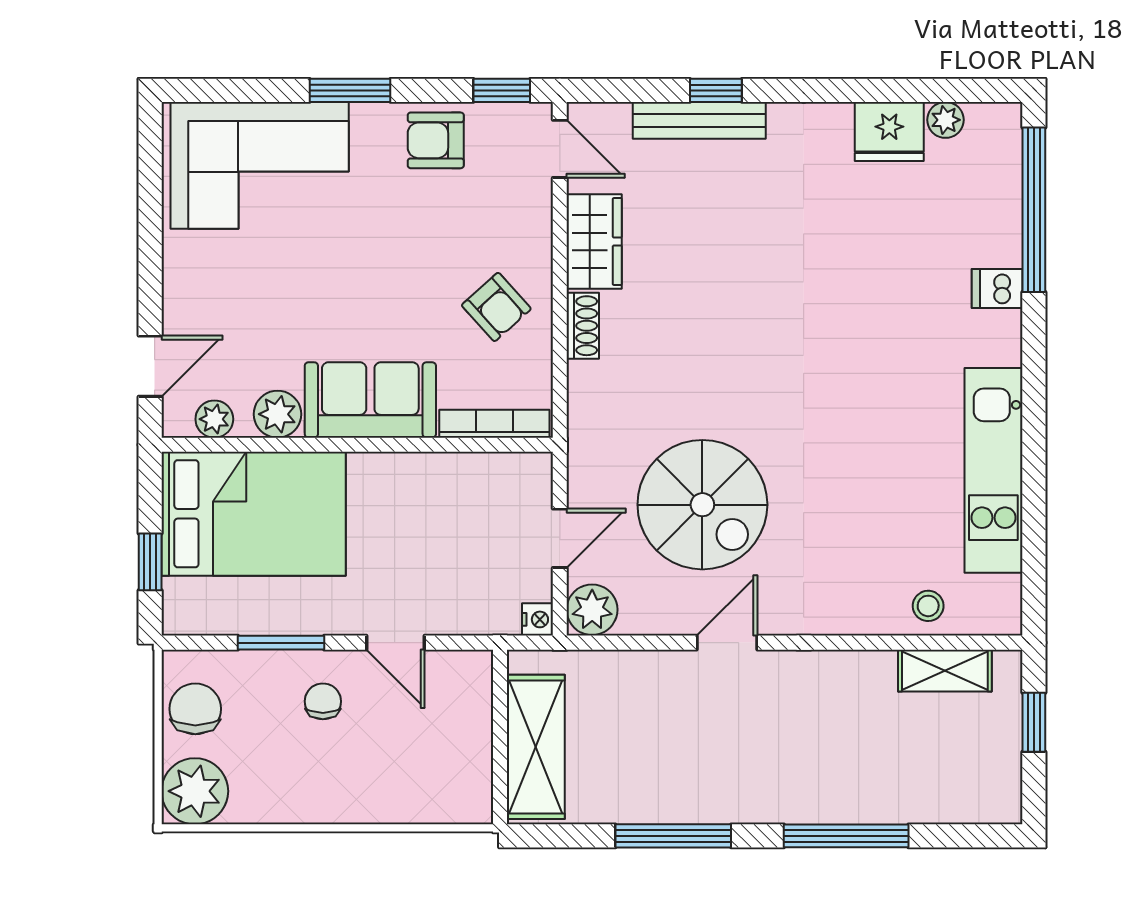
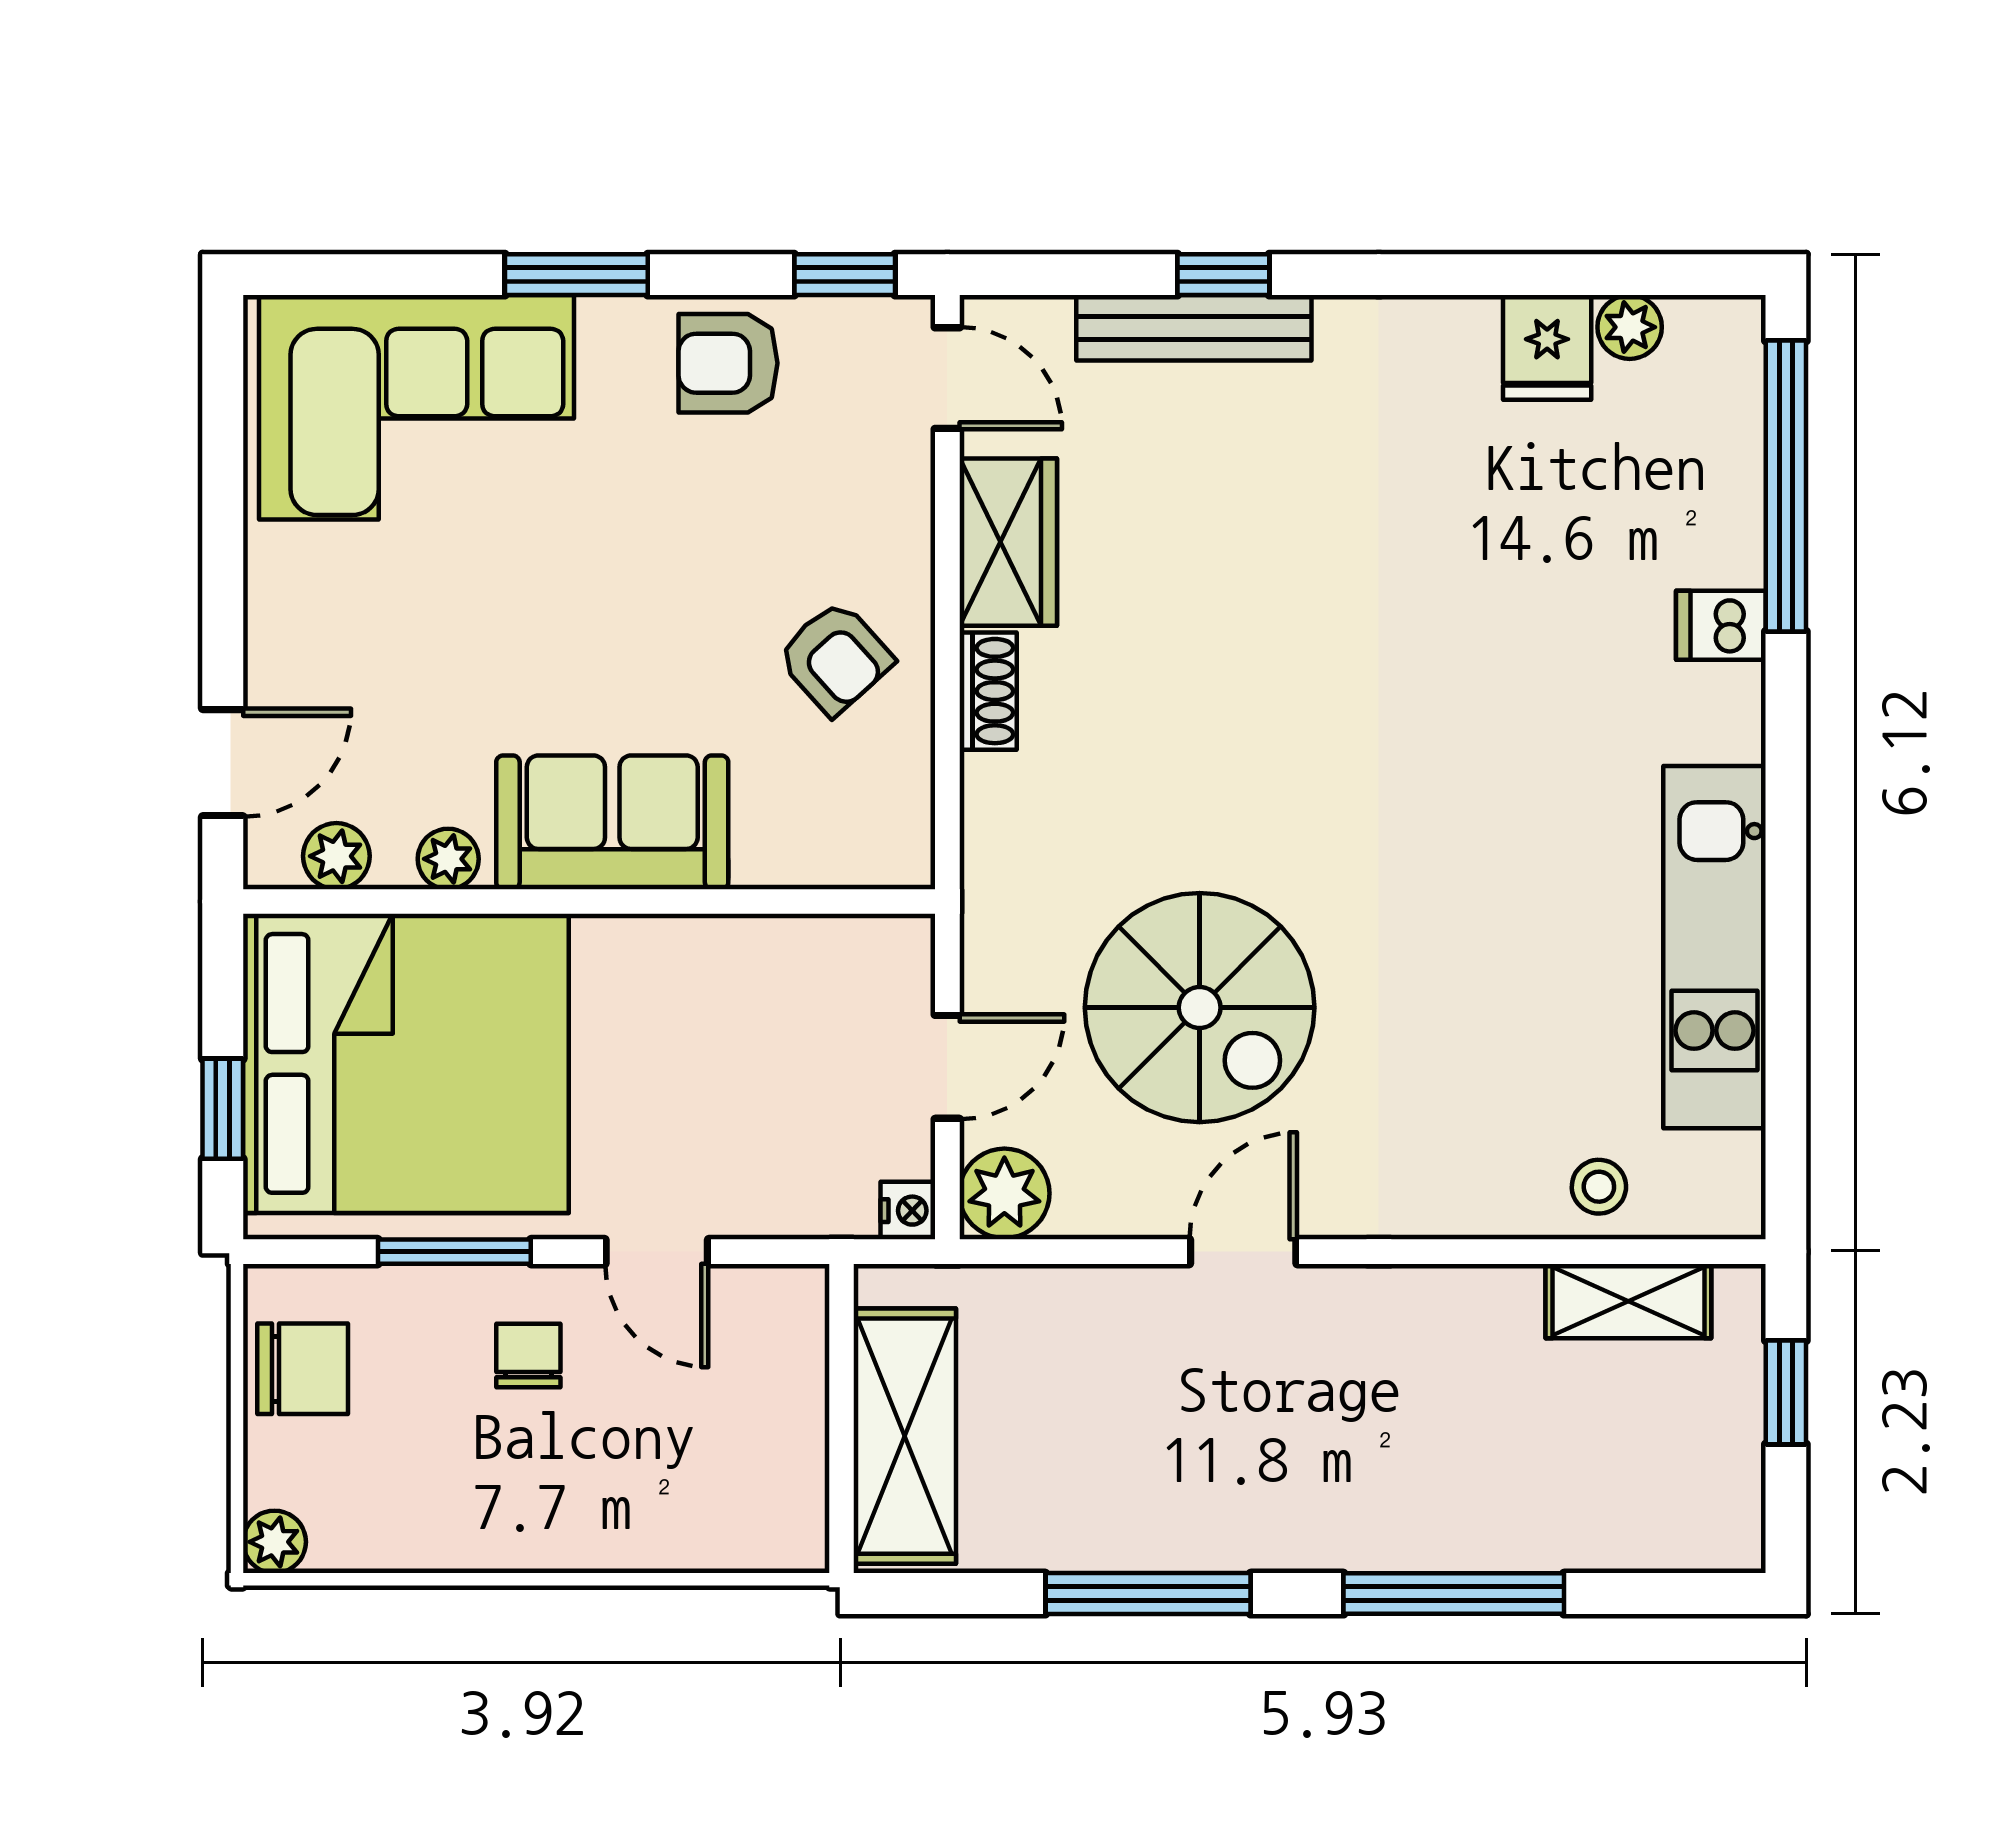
fridge: (889, 131) -> (1547, 347), width x0.72
plant: (278, 414) -> (448, 859), width x0.73, depth x0.73
bookcase: (494, 424) -> (832, 864), removed
bed: (254, 514) -> (406, 1063), width x1.36
chair: (195, 709) -> (303, 1369), turned 90
plant: (195, 791) -> (274, 1542), width x0.53, depth x0.53

